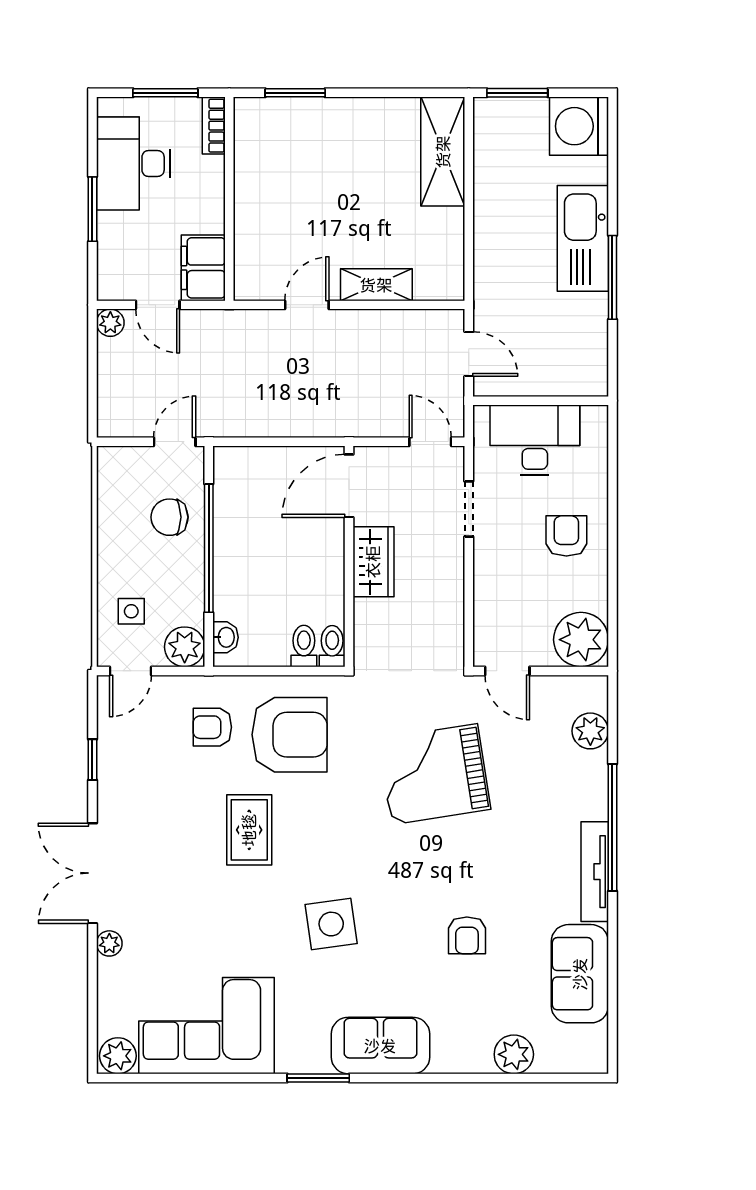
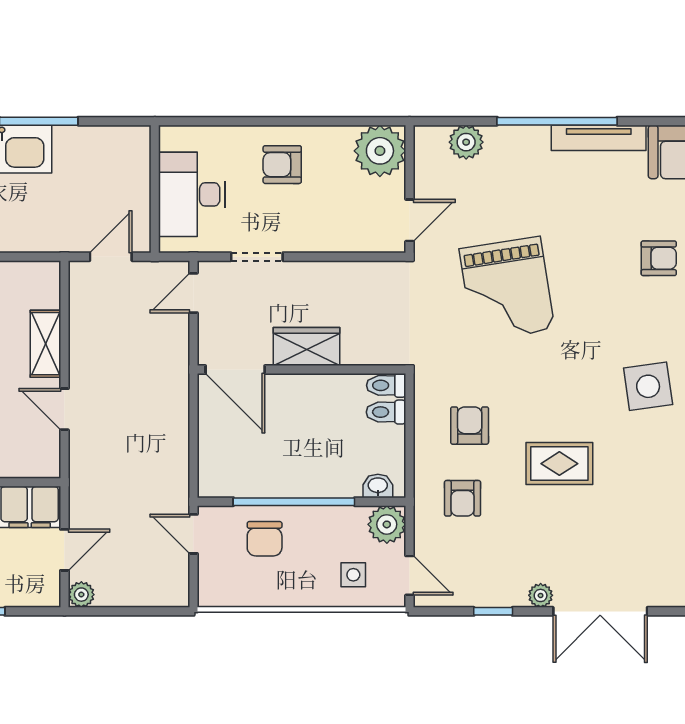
armchair: (290, 735) -> (470, 426), width x0.53, depth x0.53
plant: (109, 943) -> (541, 595), moved

